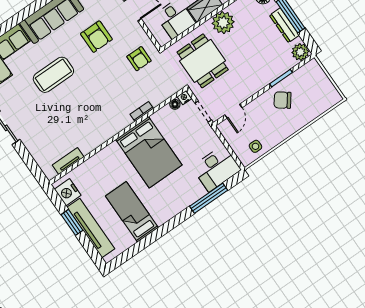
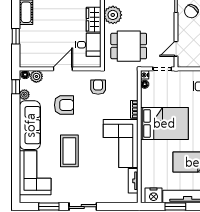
armchair: (139, 59) -> (98, 87), turned -90
door: (233, 111) -> (176, 49), swing flipped
corner sofa: (97, 122) -> (121, 143), added

